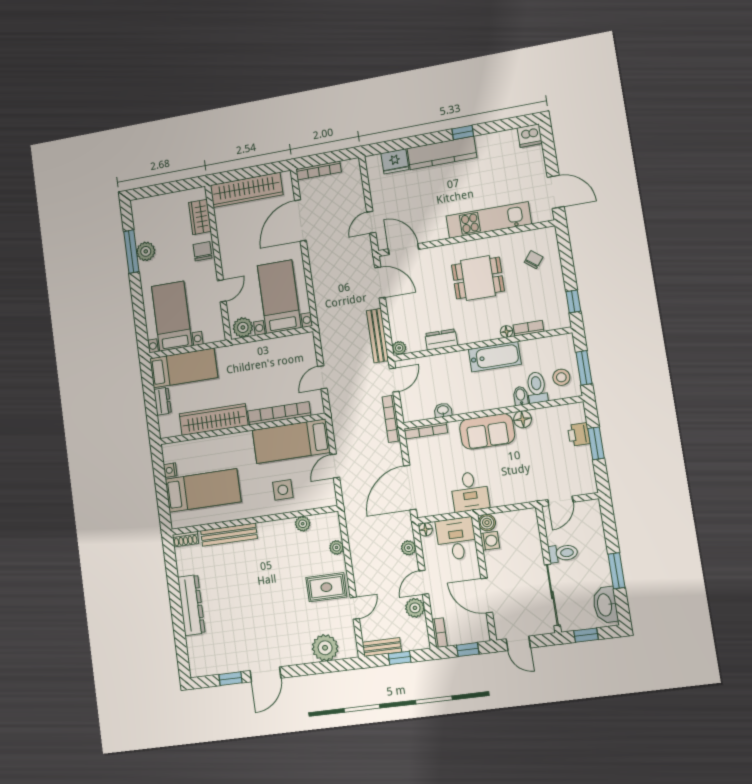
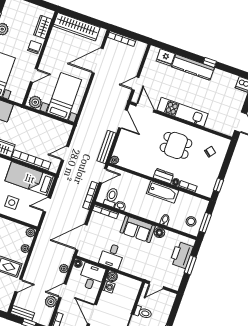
kitchen unit: (489, 220) -> (183, 112), moved
dresser: (441, 339) -> (163, 176), moved
toilet: (537, 387) -> (111, 197), moved
printer: (579, 434) -> (181, 255), width x1.87, depth x1.48
plant: (303, 524) -> (31, 233), moved

